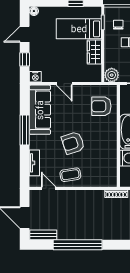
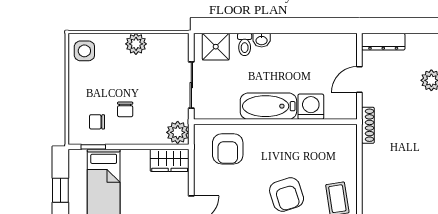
wardrobe: (94, 52) -> (170, 160), moved

